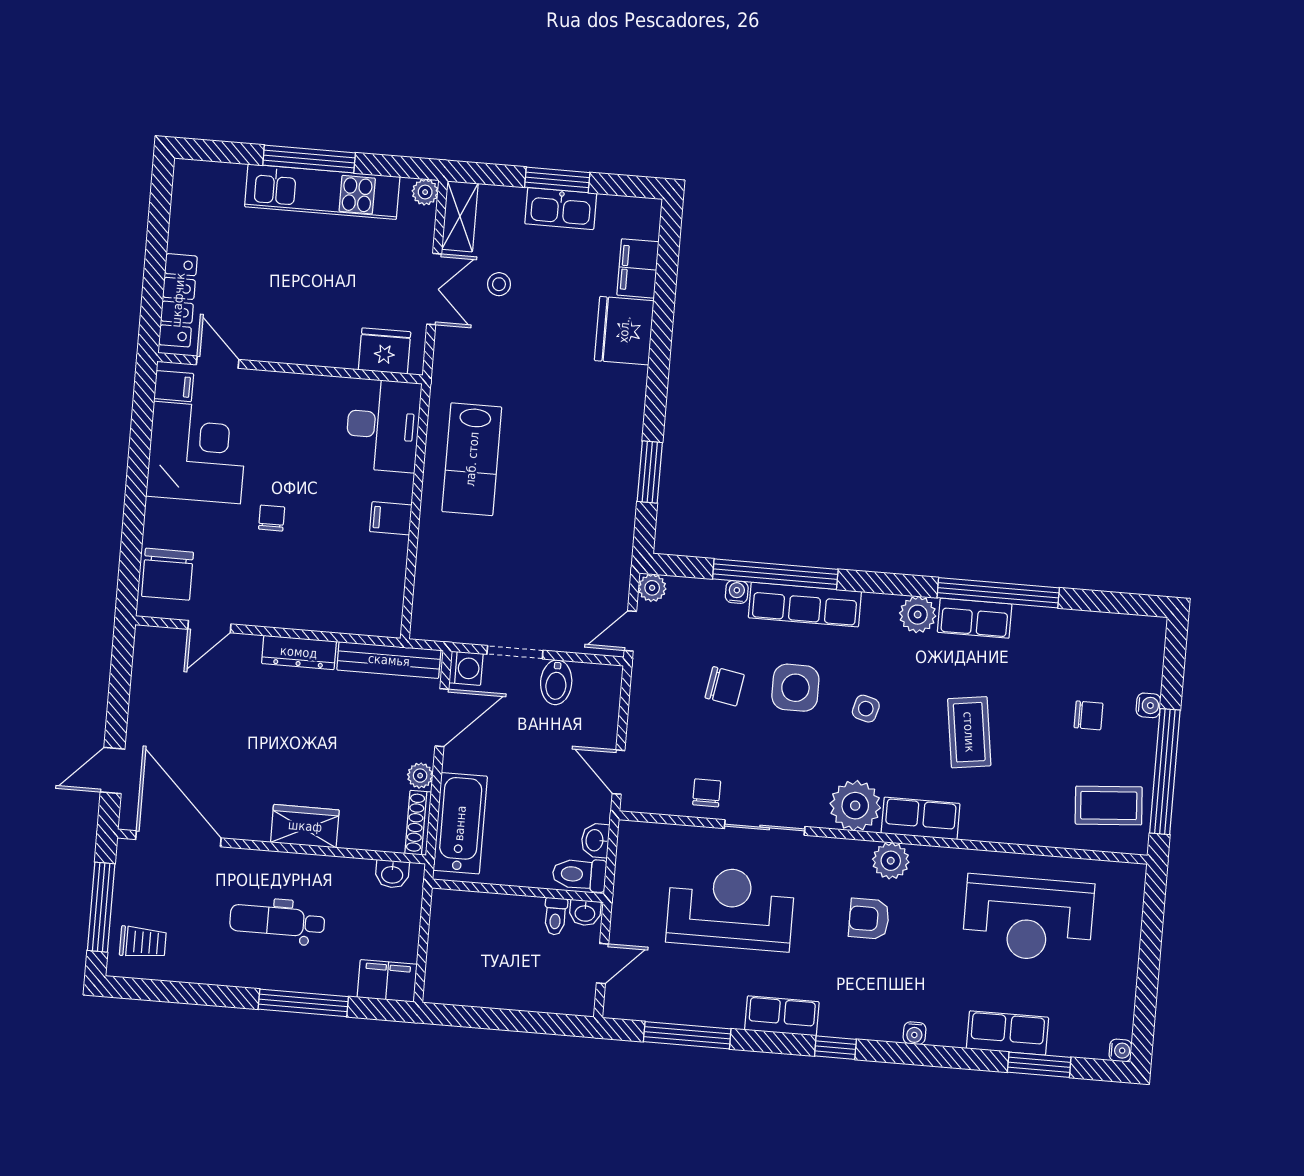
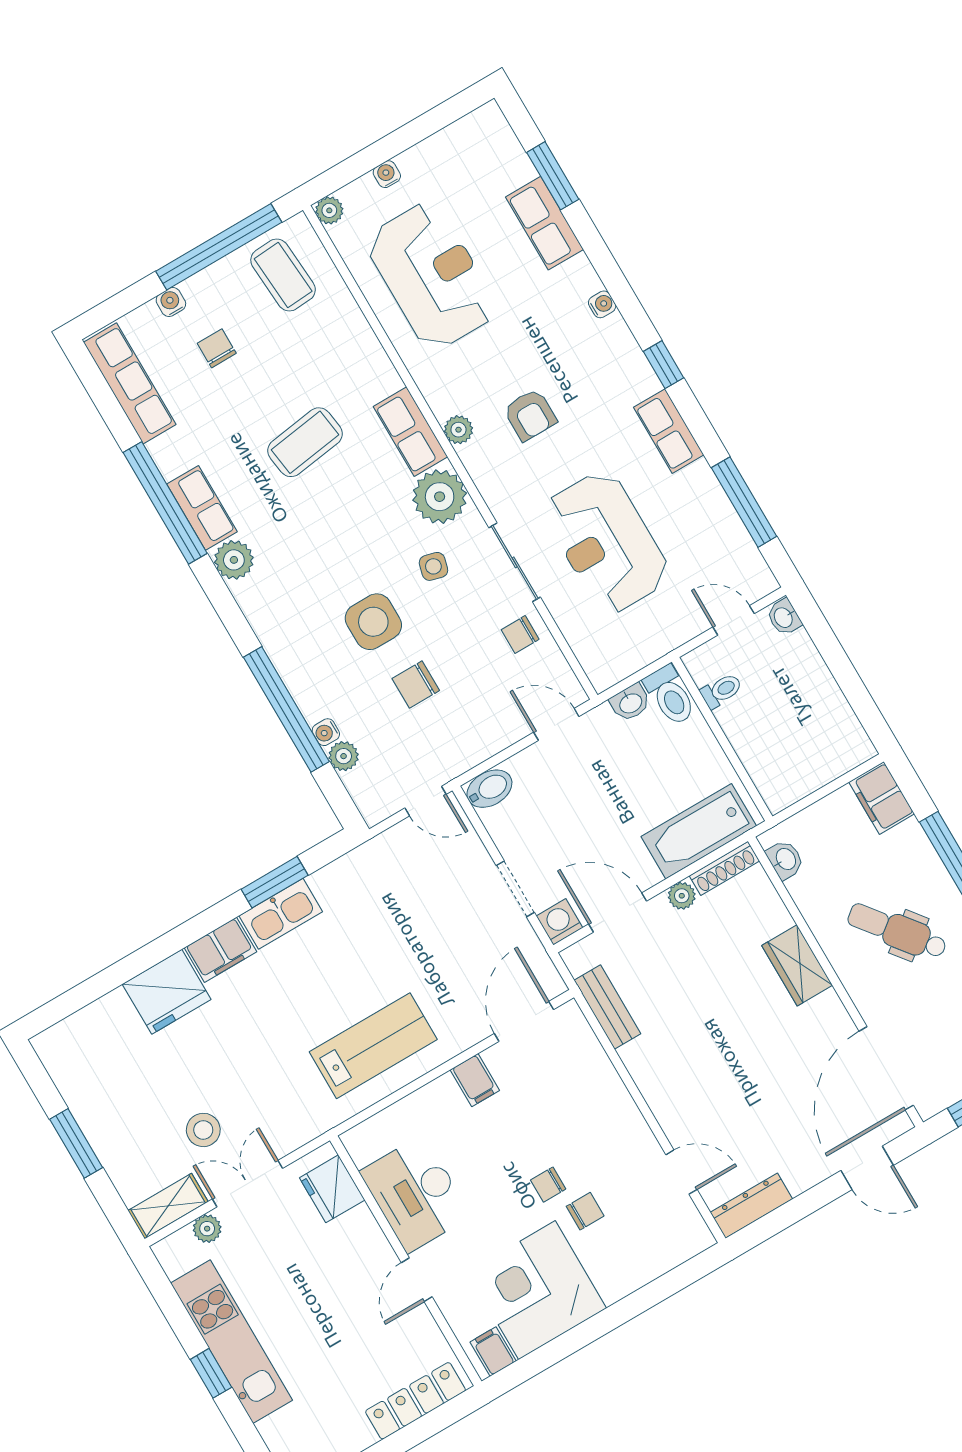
window: (309, 159) -> (211, 1373), width x0.46
plant: (425, 192) -> (207, 1229), moved
kitchen sink: (561, 209) -> (281, 914), moved, turned 90
filing cabinet: (638, 268) -> (220, 950), moved
stool: (499, 284) -> (203, 1130), width x1.37, depth x1.37
door: (218, 362) -> (417, 1280), moved
desk: (383, 425) -> (415, 1194), moved, turned -90
chair: (167, 574) -> (585, 1211), moved, width x0.54, depth x0.54
door: (409, 587) -> (524, 1021), added
plant: (652, 588) -> (344, 756), moved
row of seats: (805, 605) -> (130, 383), moved
dresser: (299, 652) -> (751, 1206), moved, turned -90
bench: (389, 660) -> (607, 1007), width x0.73
bidet: (556, 682) -> (489, 789), moved
chair: (725, 686) -> (416, 685), turned -100
side table: (866, 709) -> (433, 566), moved
door: (619, 772) -> (556, 724), swing flipped
plant: (891, 861) -> (458, 430), width x0.73, depth x0.73
plant: (1133, 876) -> (329, 210), added
washbasin: (585, 913) -> (784, 617), moved, turned 180
dental chair: (277, 921) -> (897, 931), turned 142
water cooler: (1120, 1050) -> (387, 174), moved

